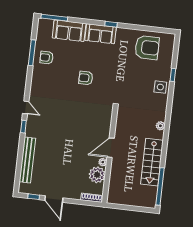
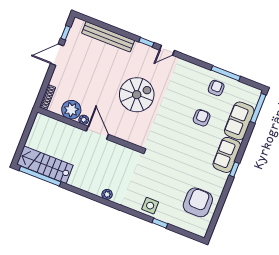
armchair: (147, 48) -> (198, 202), turned 180
armchair: (86, 78) -> (202, 118), moved
spiral stairs: (70, 123) -> (137, 95), added
stairs: (152, 162) -> (45, 165), moved

